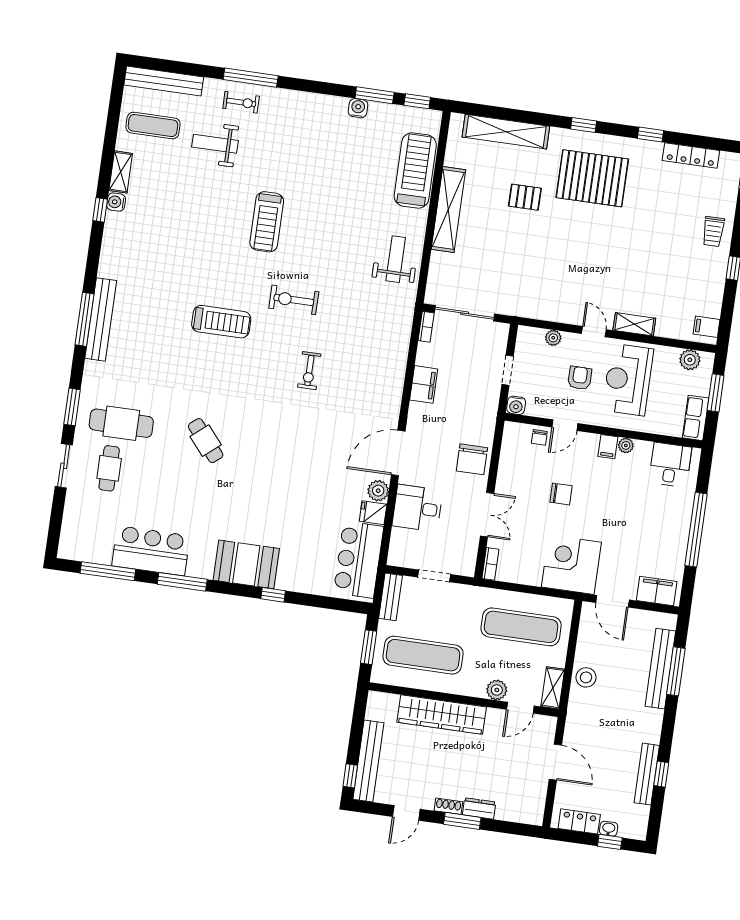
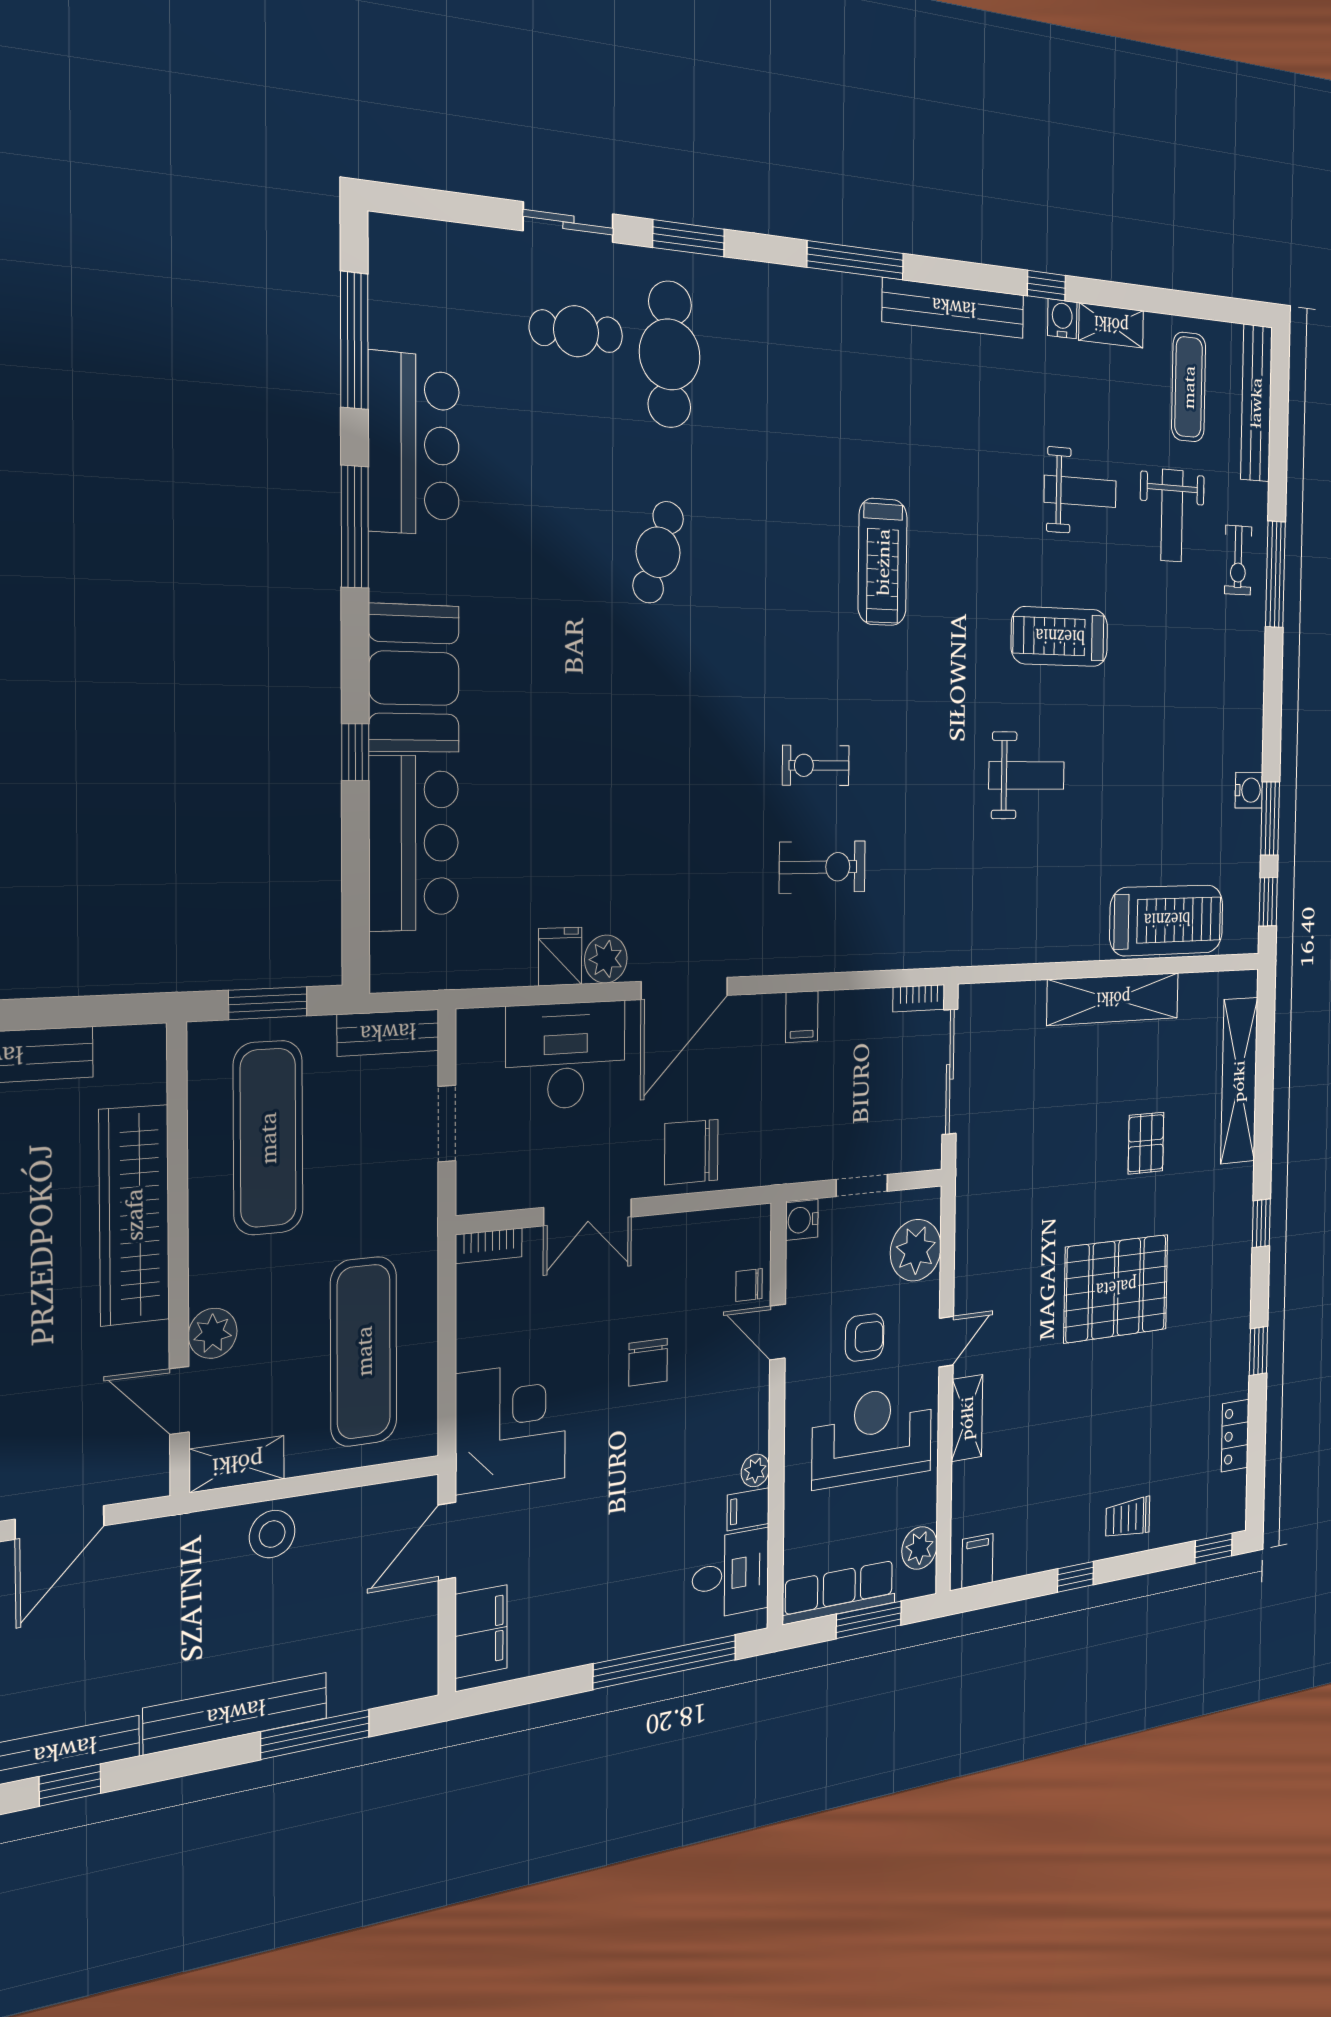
weight bench: (215, 144) -> (1172, 516), turned 180
locker: (691, 156) -> (1235, 1436), width x0.66
pallet: (592, 178) -> (1116, 1288), moved, turned 90
weight bench: (199, 201) -> (1080, 491), added
weight bench: (396, 259) -> (1027, 775), moved
exercise bike: (294, 300) -> (822, 867), moved, turned 90
bench: (101, 319) -> (954, 308), moved
plant: (553, 338) -> (916, 1250), width x1.87, depth x1.87
filing cabinet: (424, 384) -> (802, 1017), width x0.50
row of seats: (696, 418) -> (839, 1592), width x1.48
cafe table: (206, 441) -> (658, 552), turned -32
filing cabinet: (608, 447) -> (748, 1509), moved
door: (398, 453) -> (685, 988), swing flipped
desk: (417, 508) -> (566, 1056), width x1.37
window: (696, 530) -> (665, 1662), moved
bar counter: (359, 560) -> (414, 843), moved, turned 90
bench: (660, 669) -> (236, 1713), moved

